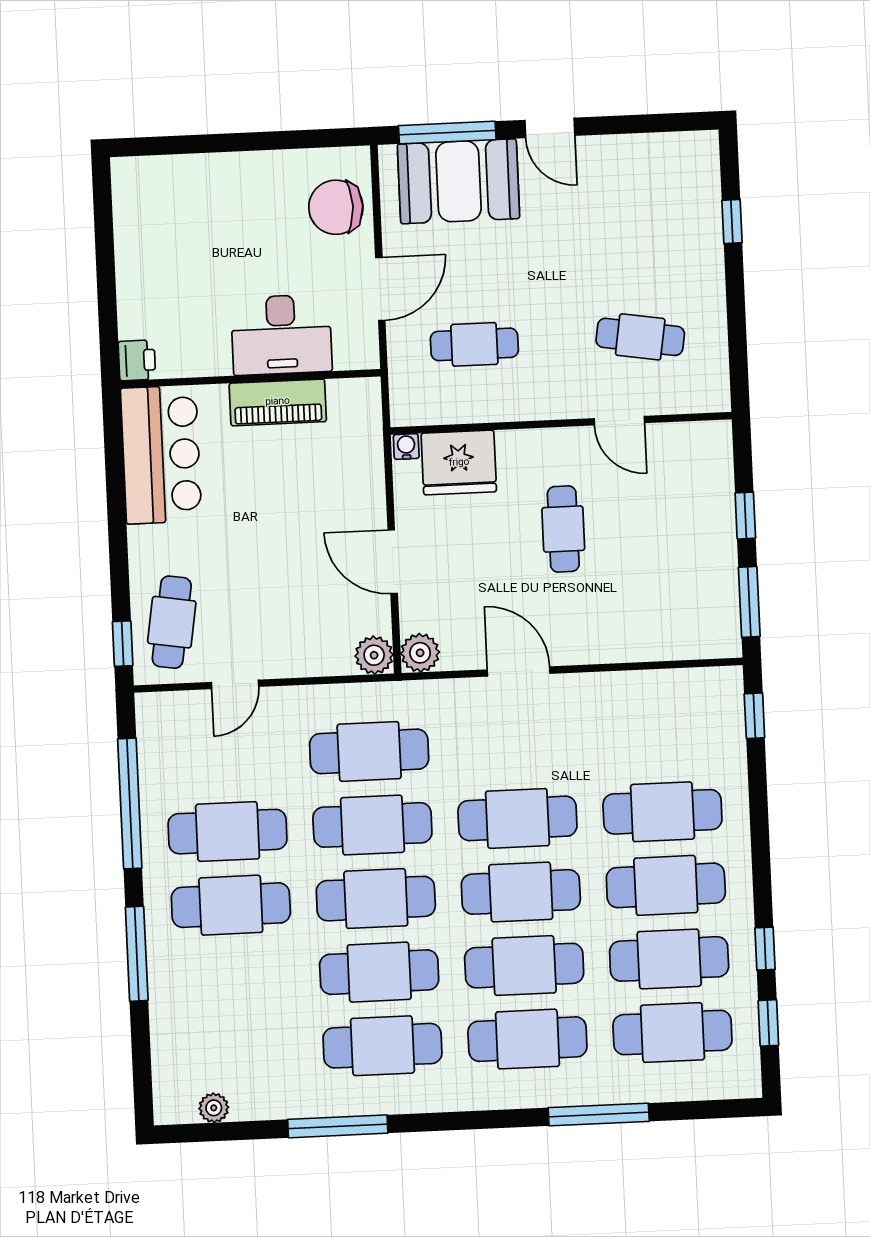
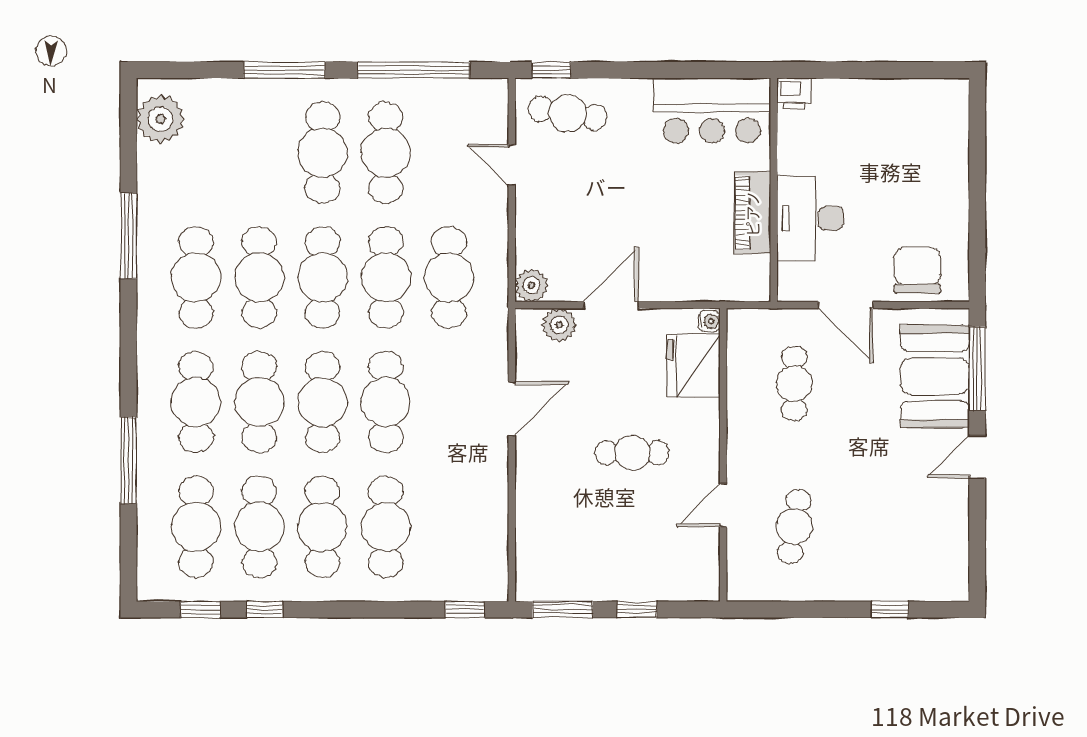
plant: (420, 653) -> (559, 325), moved
plant: (214, 1108) -> (160, 119), width x1.87, depth x1.87

